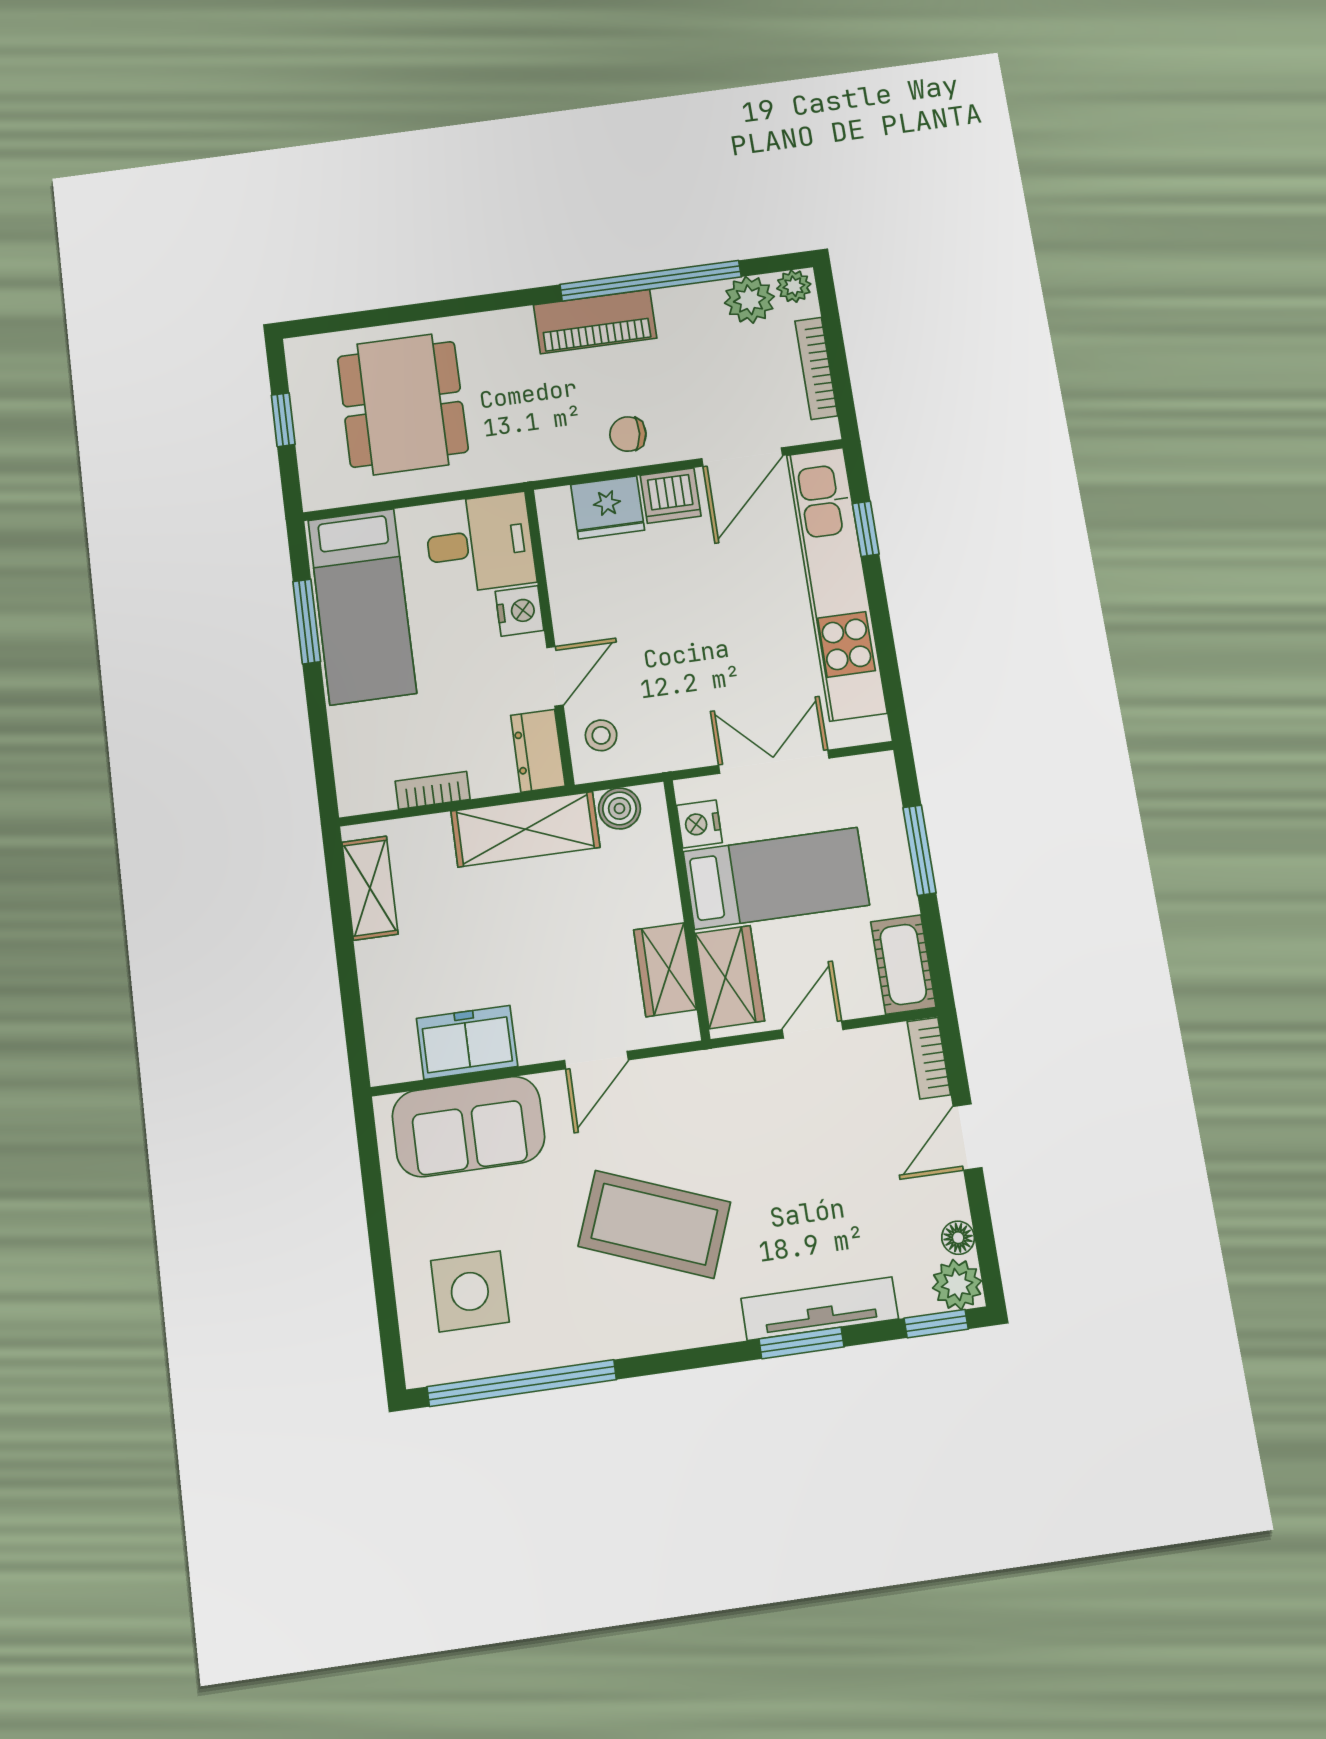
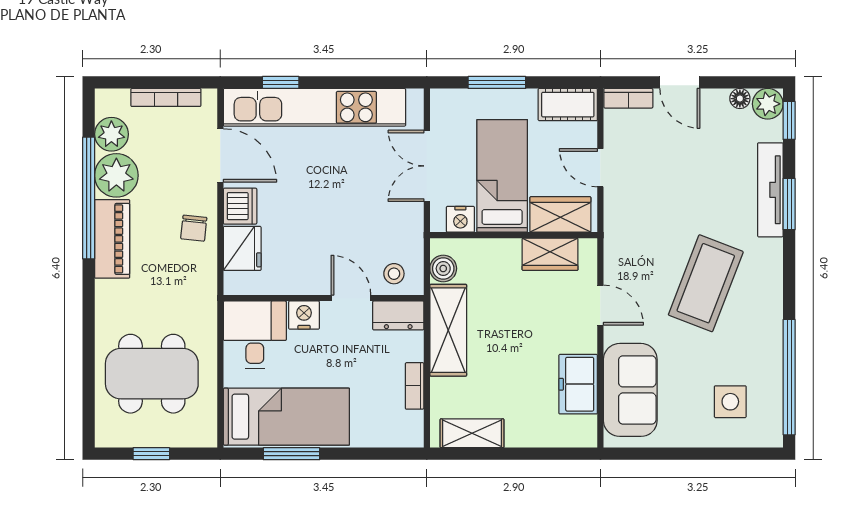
plant: (794, 286) -> (116, 175), moved, width x1.87, depth x1.87
side table: (470, 1291) -> (730, 402), width x0.73, depth x0.73

